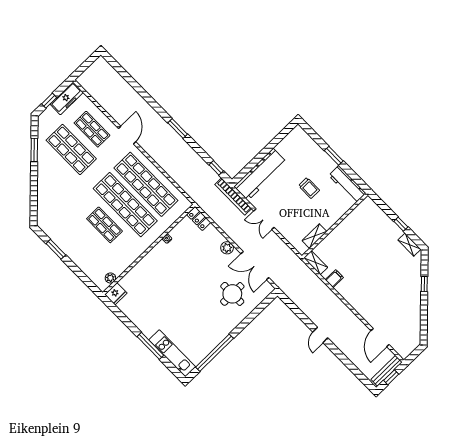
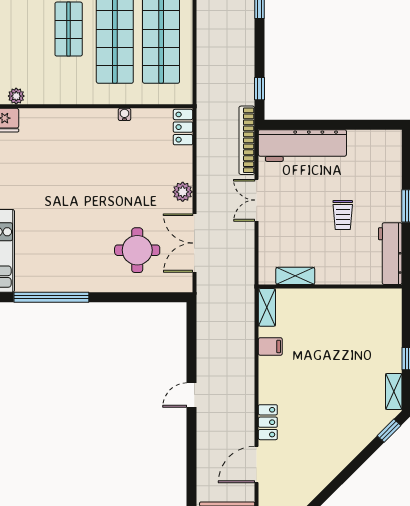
window: (424, 284) -> (389, 431), moved
locker: (366, 314) -> (268, 422), added

